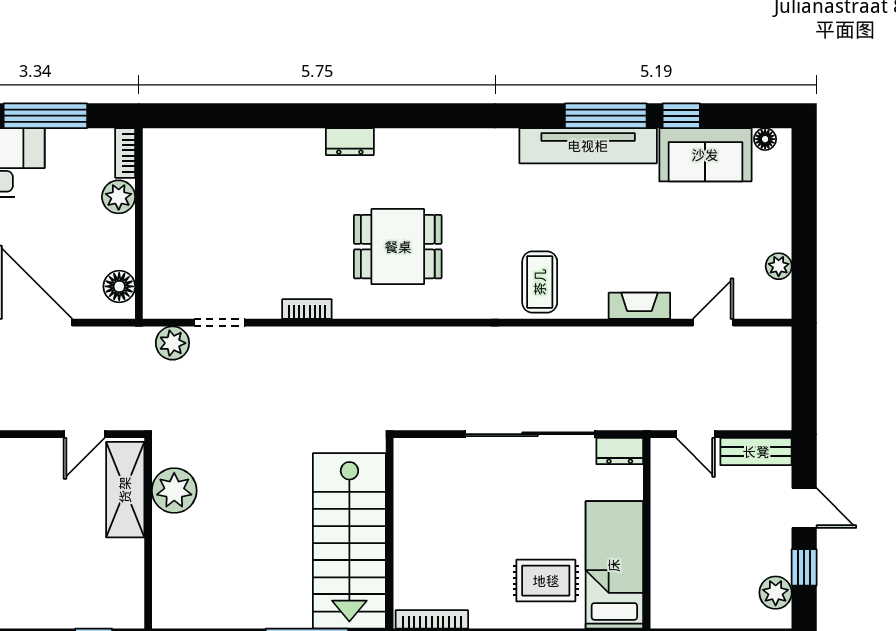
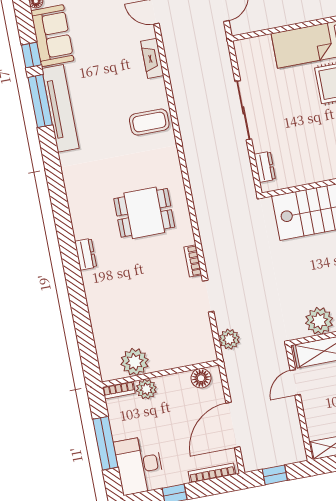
plant: (165, 186) -> (135, 362), added
dining table: (398, 247) -> (144, 213), turned 90
doorway: (219, 323) -> (208, 296), moved
door: (84, 434) -> (295, 382), swing flipped
sliding door: (530, 434) -> (243, 110), width x0.73
dresser: (620, 451) -> (265, 167), moved

